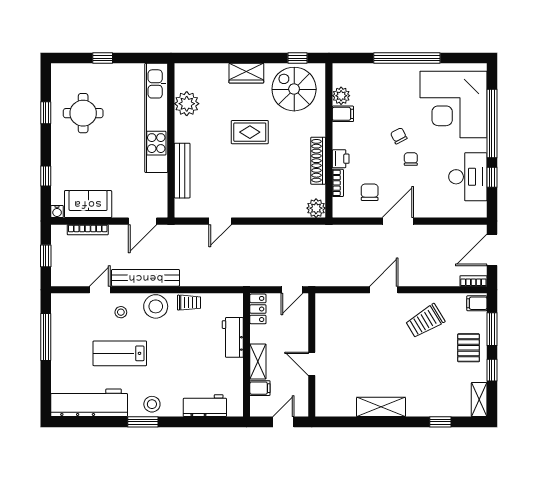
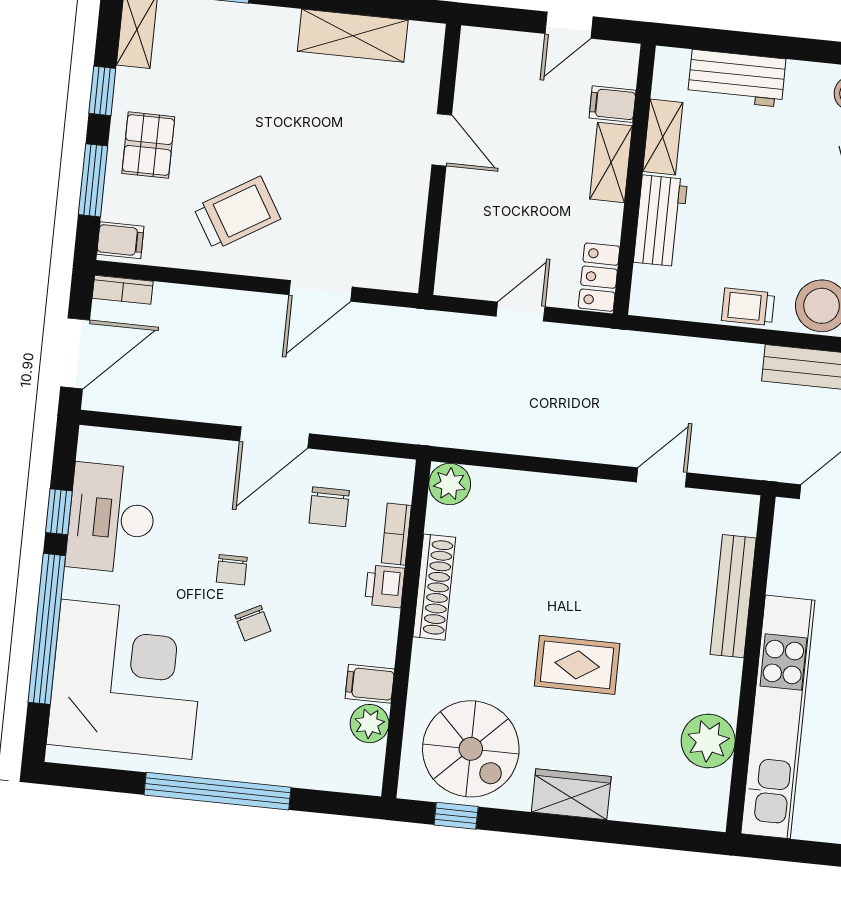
wall: (312, 355) -> (440, 159), moved
door: (312, 364) -> (442, 140), moved
shelving: (236, 376) -> (663, 137), added

